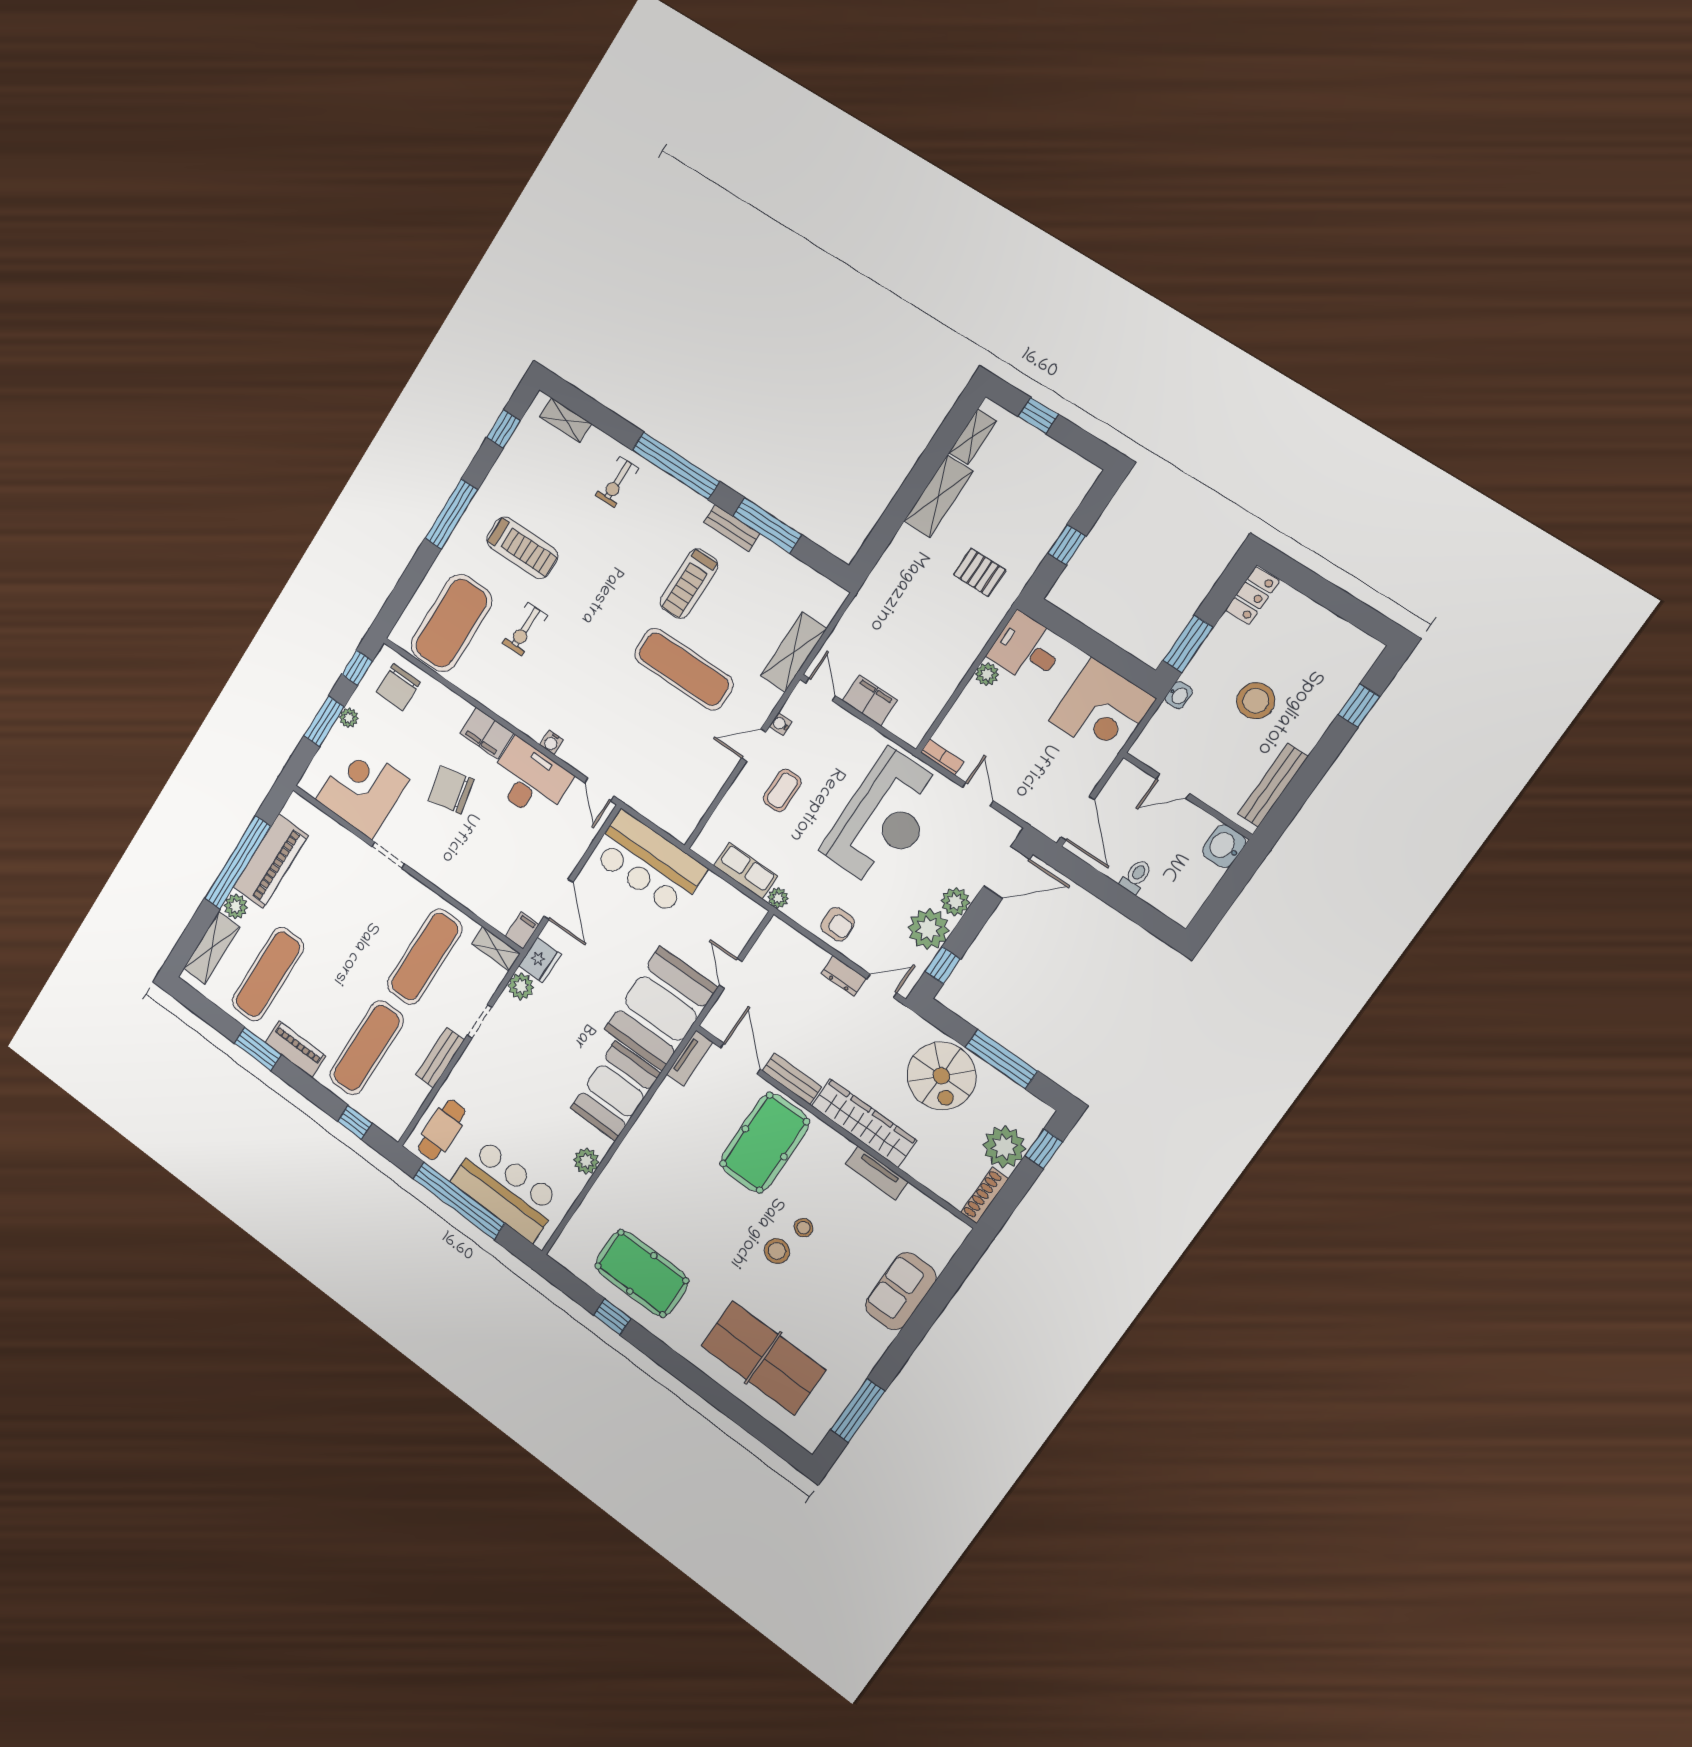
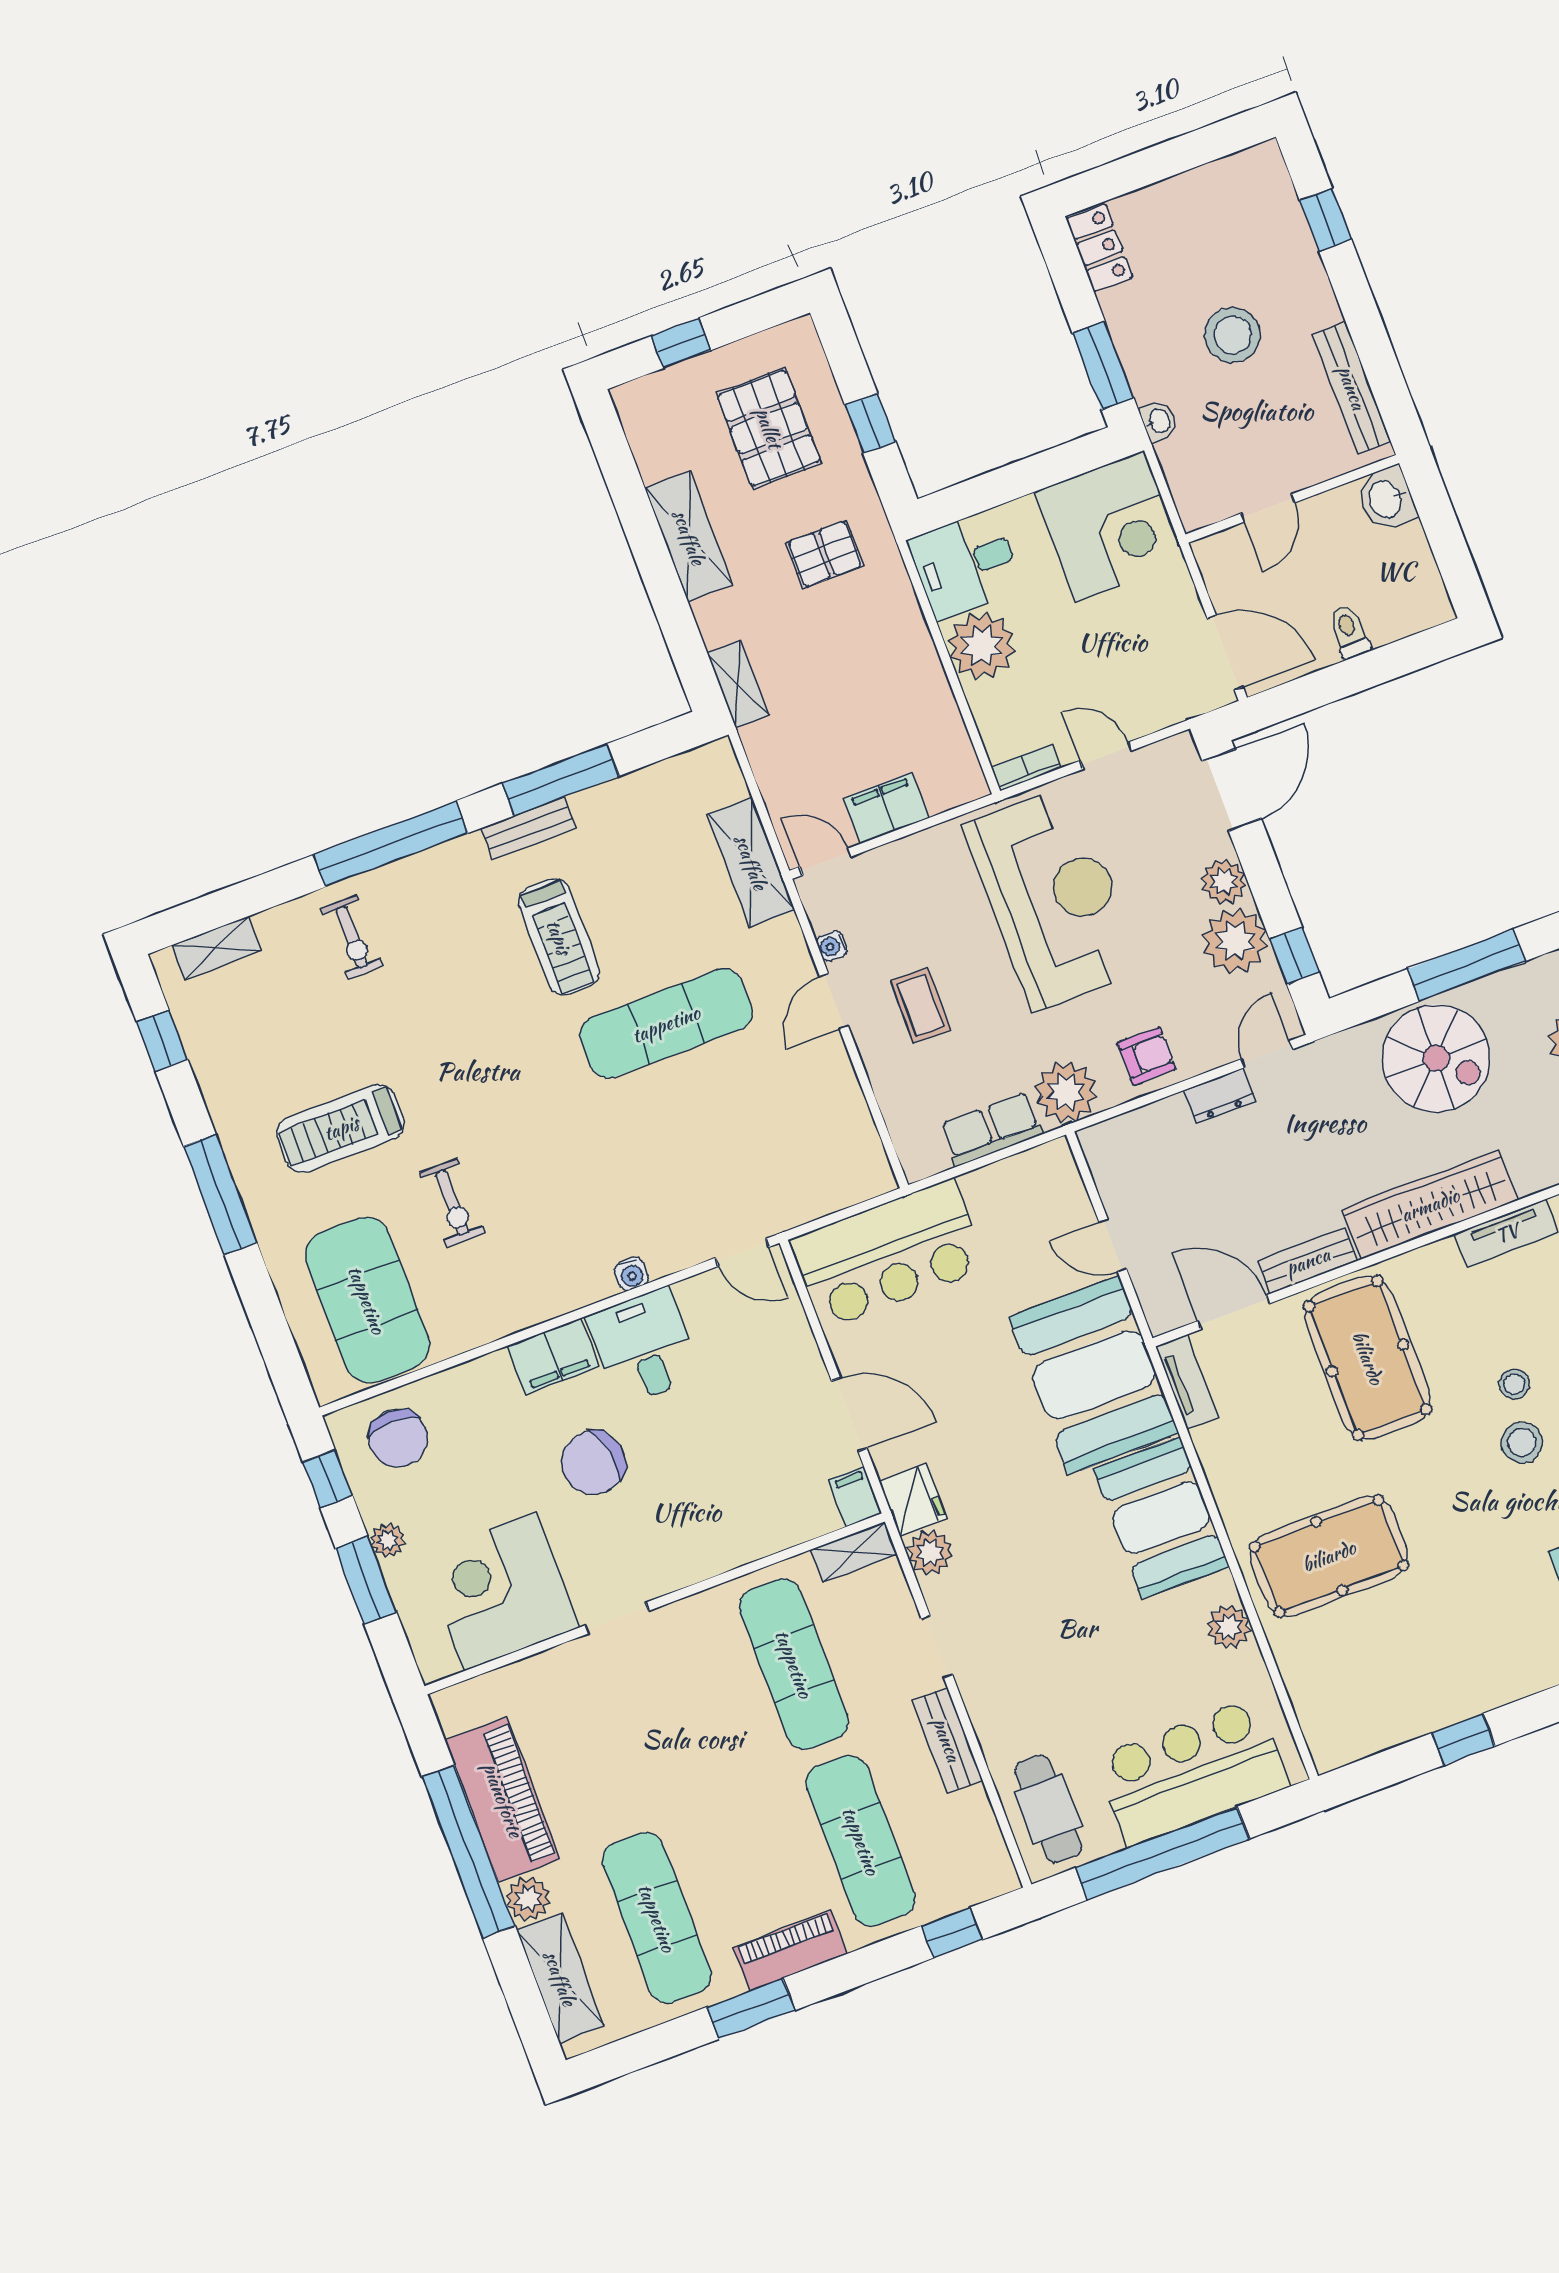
shelving: (973, 437) -> (738, 684), moved
pallet: (1026, 494) -> (769, 428), added
treadmill: (522, 548) -> (341, 1128), turned 180
plant: (987, 674) -> (982, 646), width x1.88, depth x1.88
desk: (530, 780) -> (644, 1346), width x0.73
plant: (778, 898) -> (1066, 1092), width x1.87, depth x1.87
pool table: (642, 1273) -> (1329, 1556), moved

